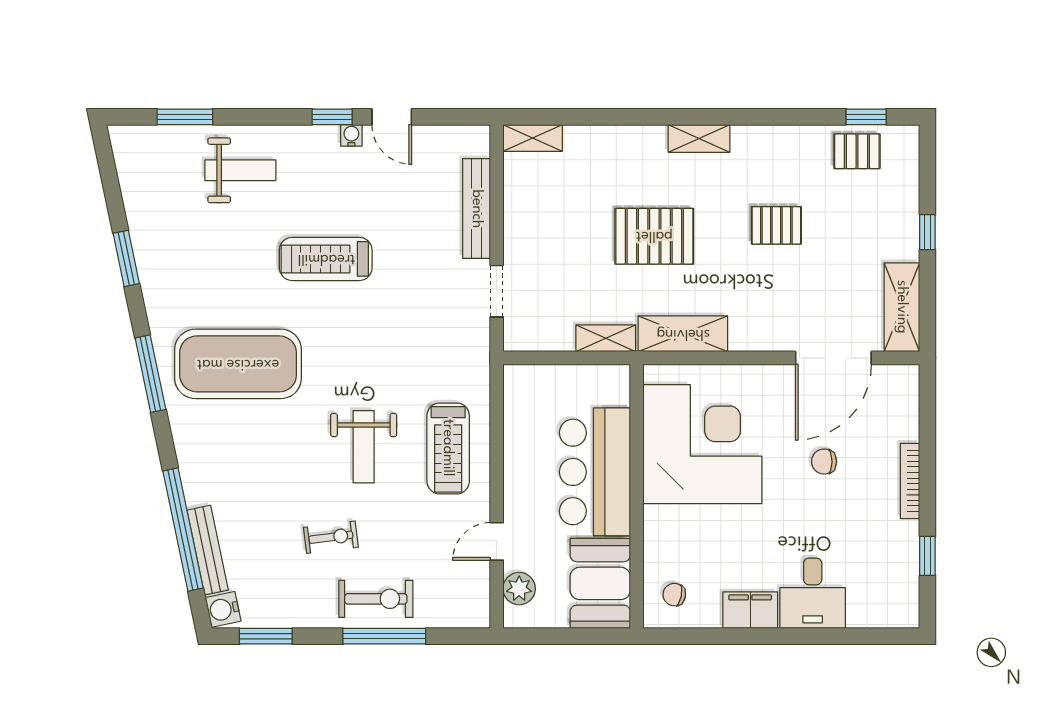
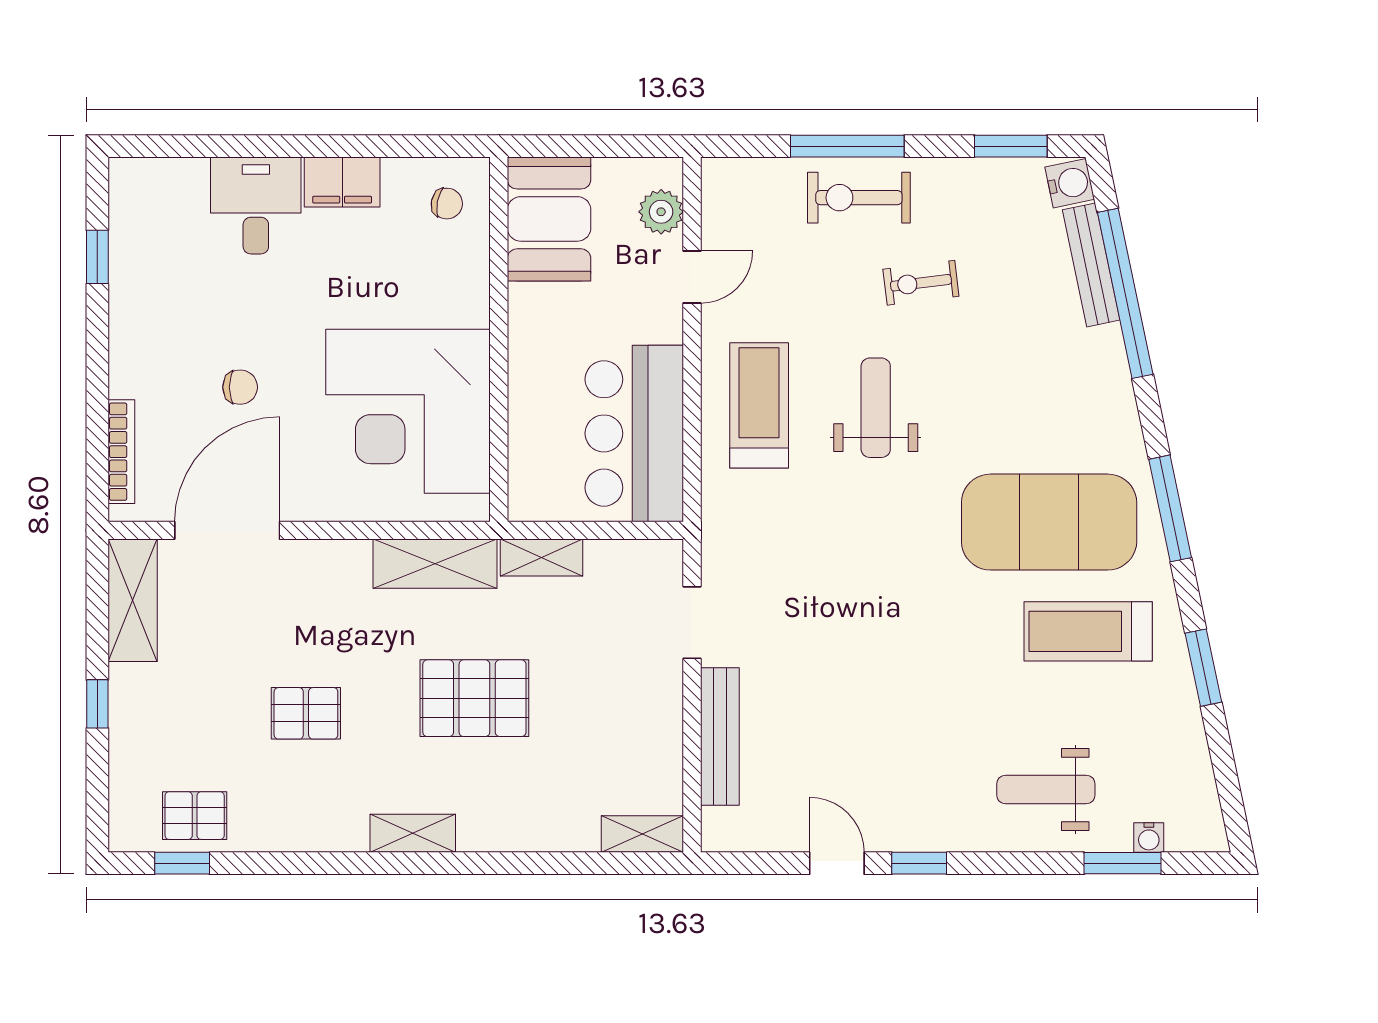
water cooler: (351, 135) -> (1149, 838), moved
treadmill: (326, 259) -> (1088, 631), moved, turned 180
bar counter: (595, 472) -> (634, 433), moved, turned 180
bookcase: (910, 481) -> (121, 452), moved

